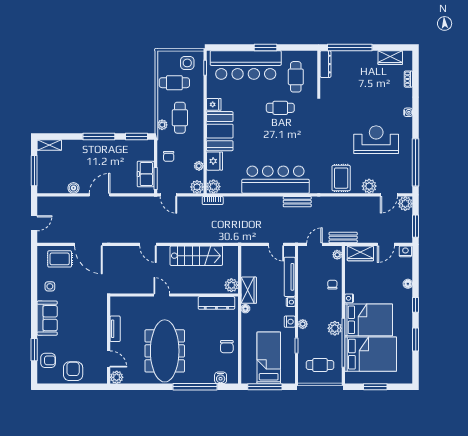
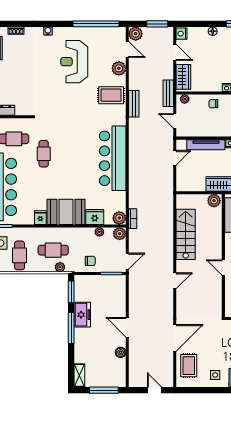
freezer: (146, 174) -> (82, 315), moved, turned -90
bench: (297, 202) -> (134, 104), moved
door: (162, 295) -> (223, 268), hinge flipped

